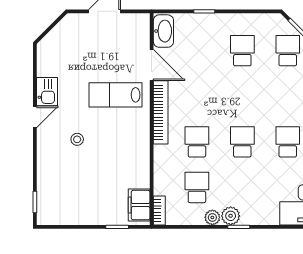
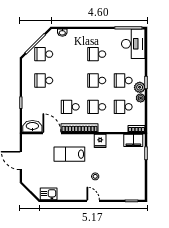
door: (152, 65) -> (52, 133), hinge flipped
kitchen sink: (47, 92) -> (49, 194), moved
lab bench: (116, 95) -> (69, 154), turned 90
school desk: (197, 96) -> (70, 107), added
door: (35, 117) -> (93, 201), moved
fridge: (138, 148) -> (100, 141), added
school desk: (242, 187) -> (123, 80), added

